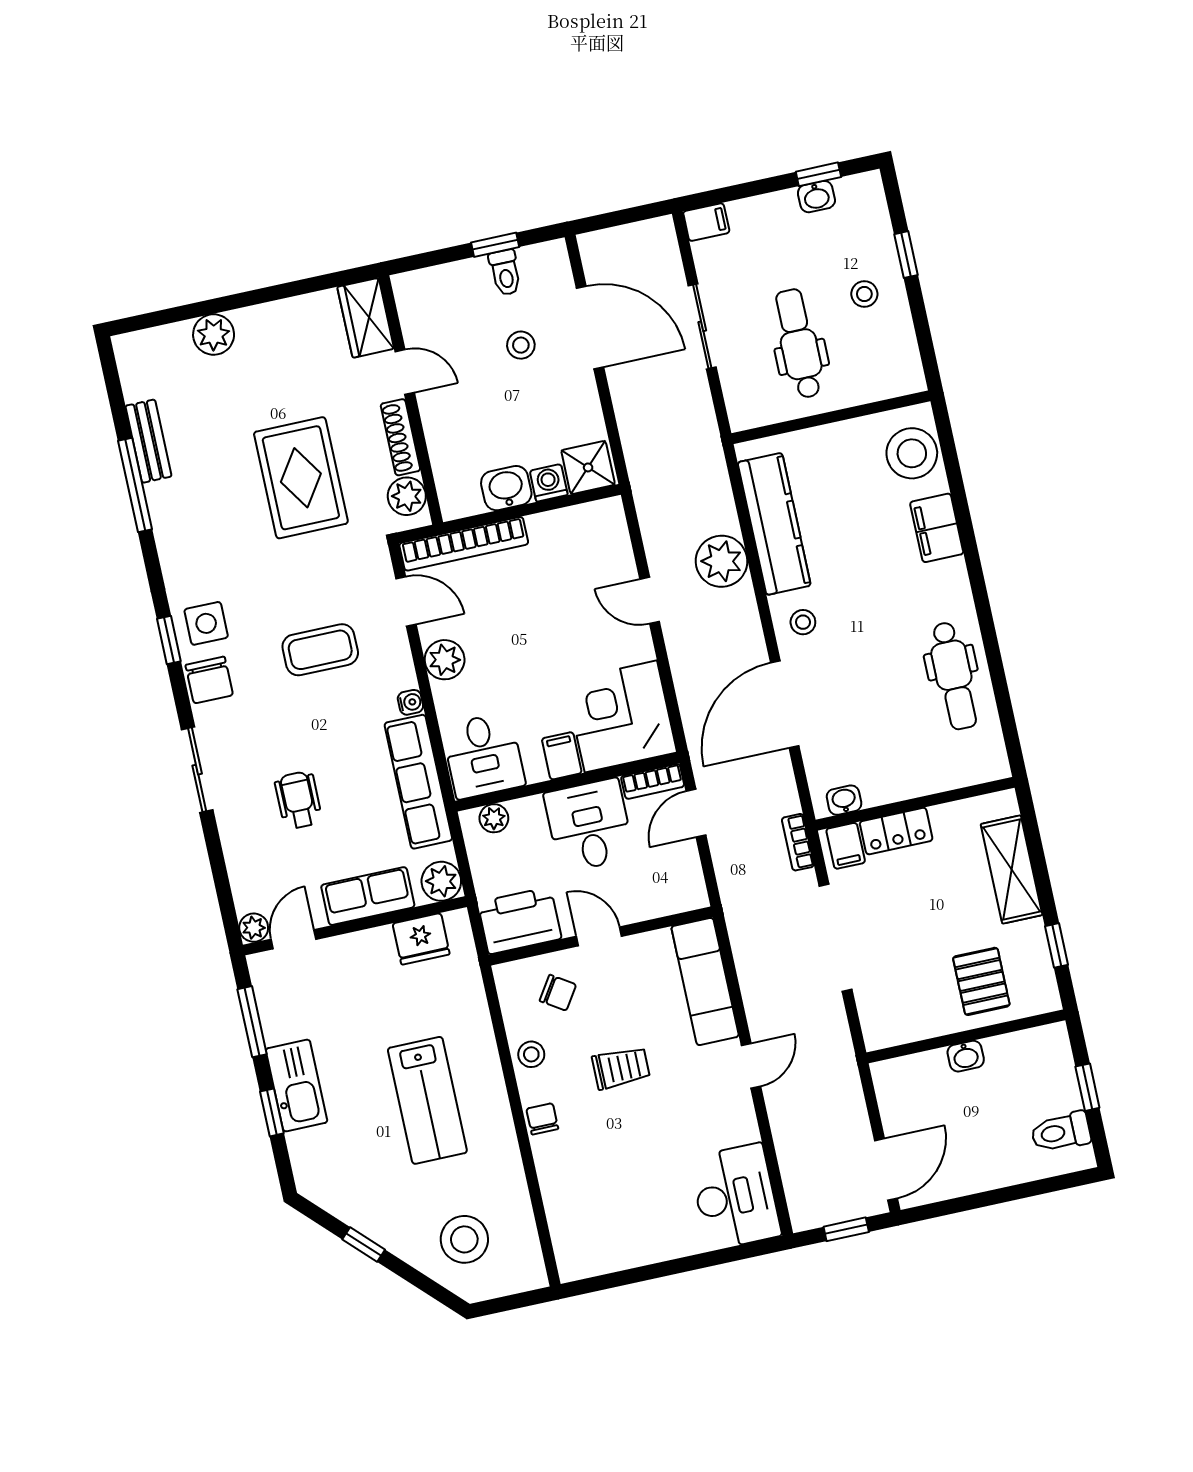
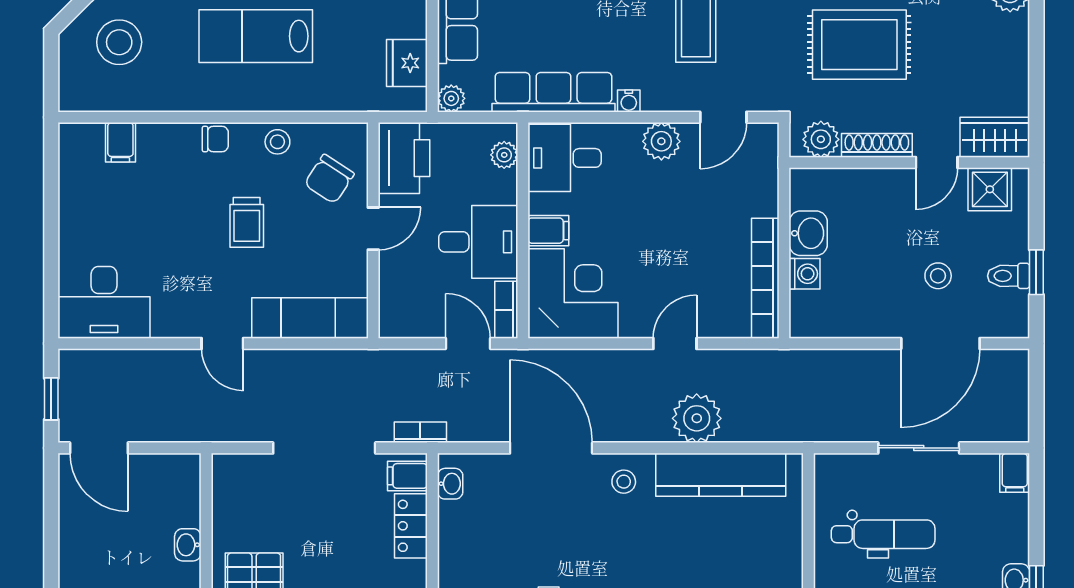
shower: (588, 467) -> (990, 189), moved
bookcase: (464, 544) -> (765, 278), moved
plant: (441, 881) -> (451, 98), width x0.73, depth x0.73
chair: (558, 993) -> (329, 179), width x1.37, depth x1.37
filing cabinet: (567, 1216) -> (120, 142), added

